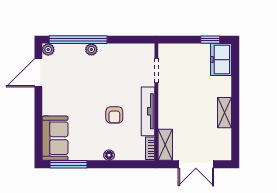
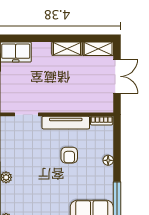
armchair: (114, 115) -> (69, 155), turned 90
shelving: (165, 145) -> (98, 49), moved

